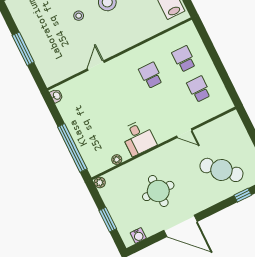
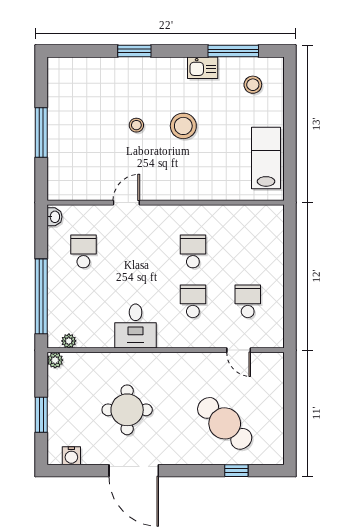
school desk: (184, 59) -> (193, 301), moved
school desk: (84, 108) -> (83, 251), added
door: (184, 133) -> (239, 350), moved
plant: (117, 160) -> (69, 341), moved

